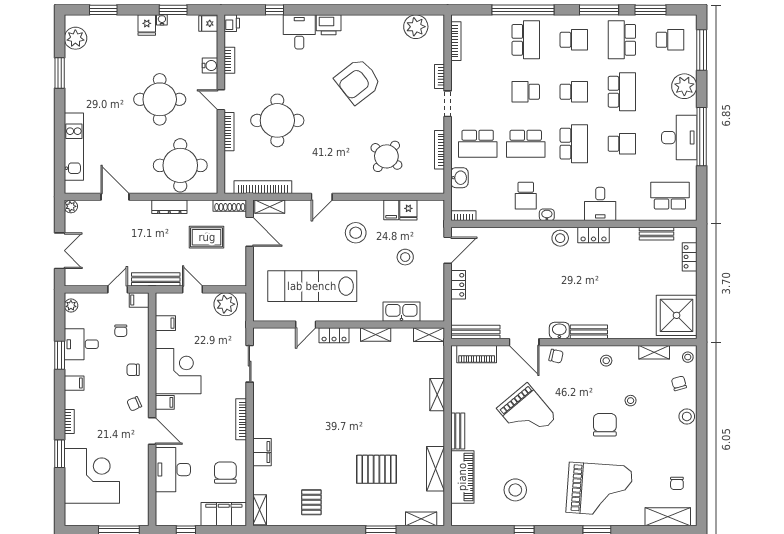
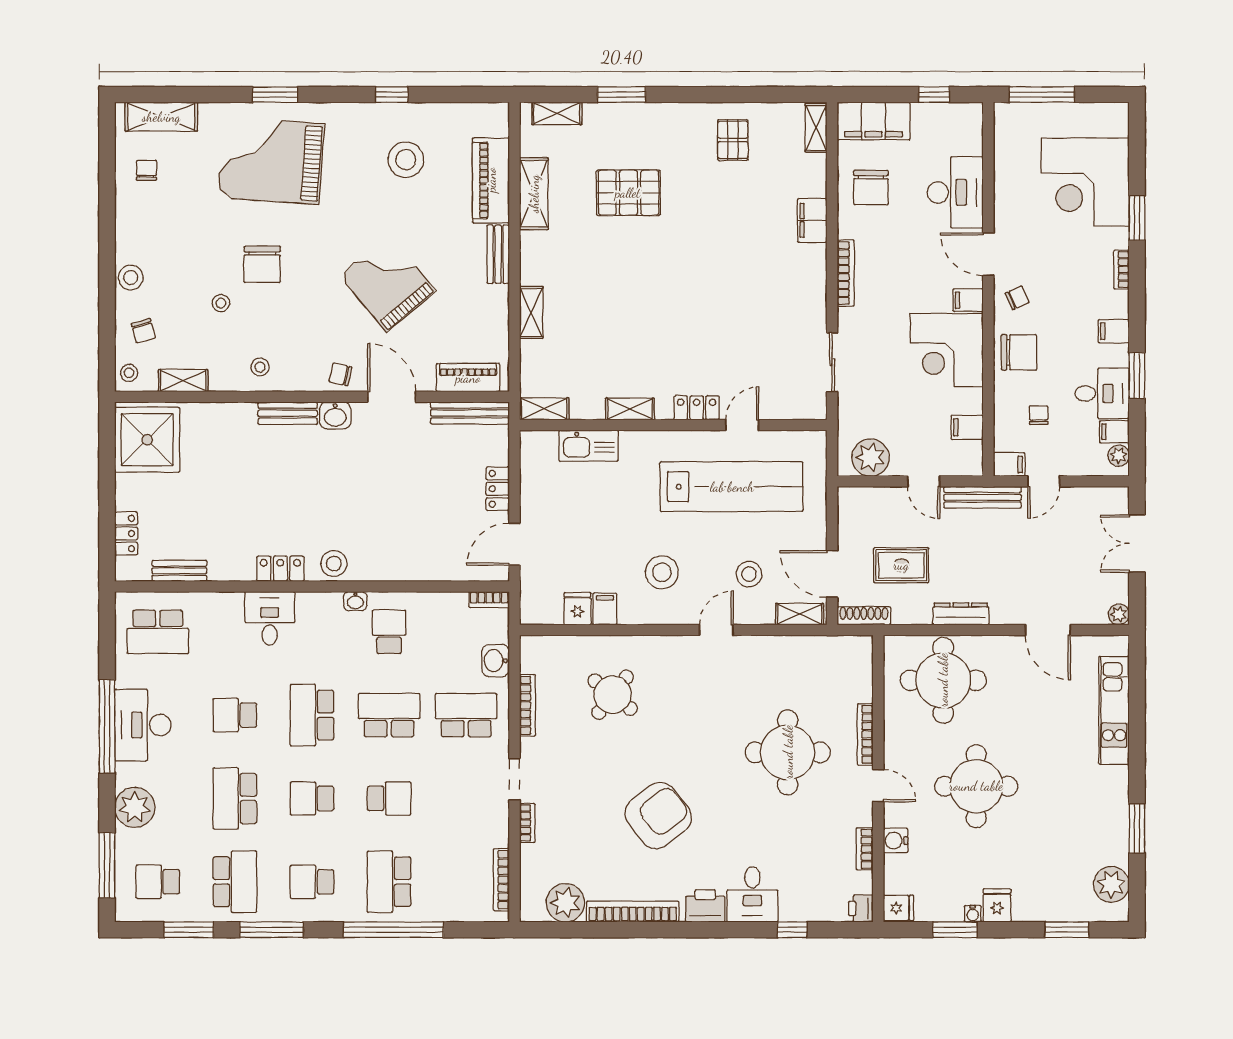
bookcase: (263, 187) -> (633, 912), moved, turned 180
stool: (405, 257) -> (749, 574), moved
filing cabinet: (74, 320) -> (1114, 432), added
chair: (133, 370) -> (1019, 352), width x1.87, depth x1.87

